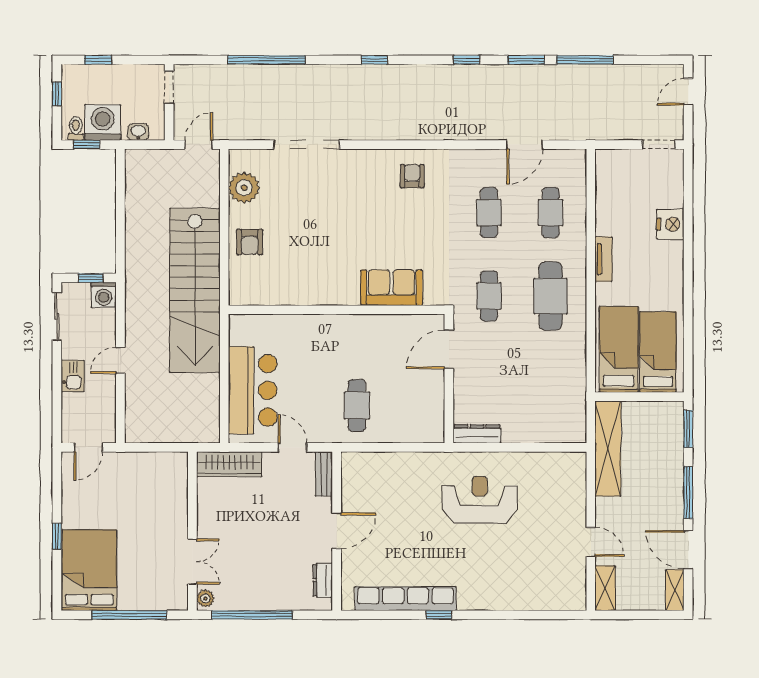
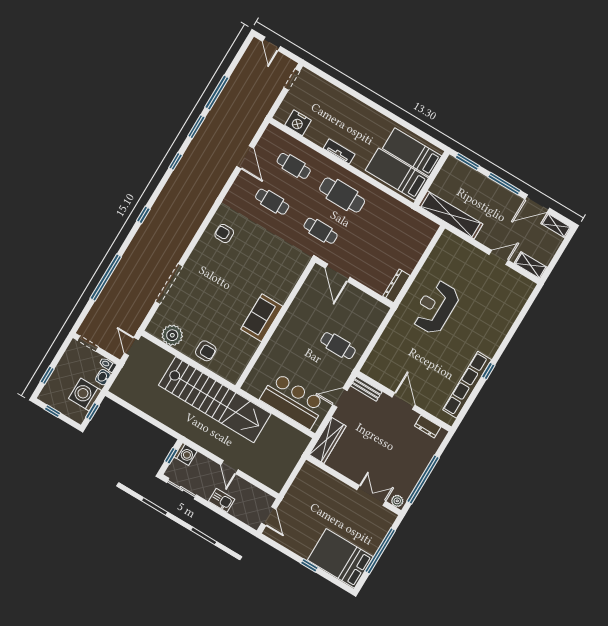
toilet: (76, 128) -> (108, 365), moved
nightstand: (670, 224) -> (298, 123), moved, turned 180
sofa: (391, 288) -> (262, 318), moved

